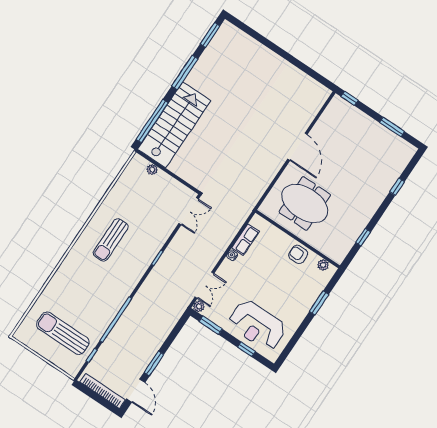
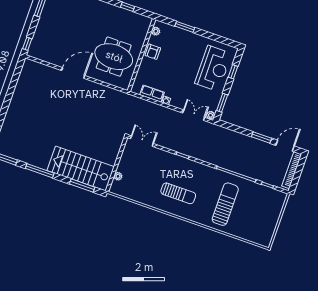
window: (152, 121) -> (82, 186), width x0.68
meeting table: (305, 203) -> (114, 57), turned 90
sun lounger: (63, 333) -> (225, 204), moved, turned 180

